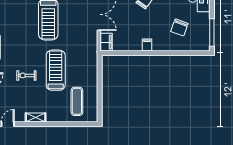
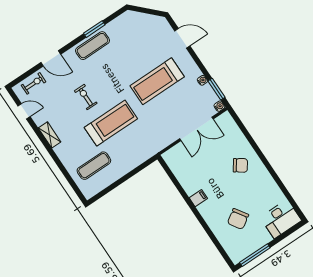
chair: (179, 27) -> (238, 219), turned -53
filing cabinet: (106, 42) -> (173, 155), removed

